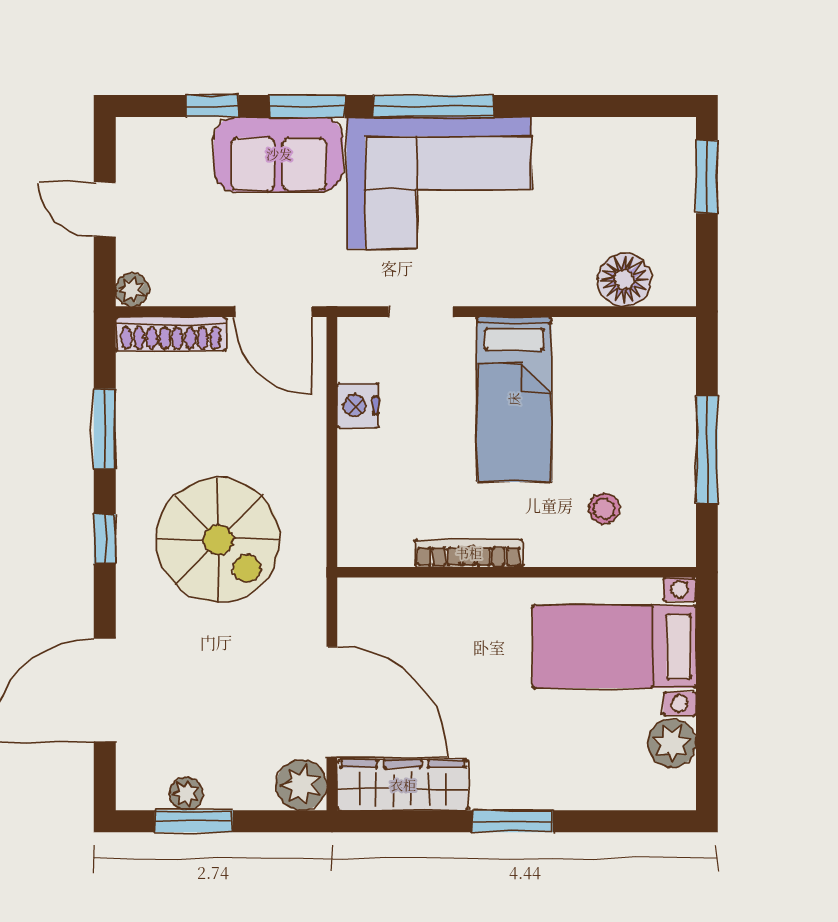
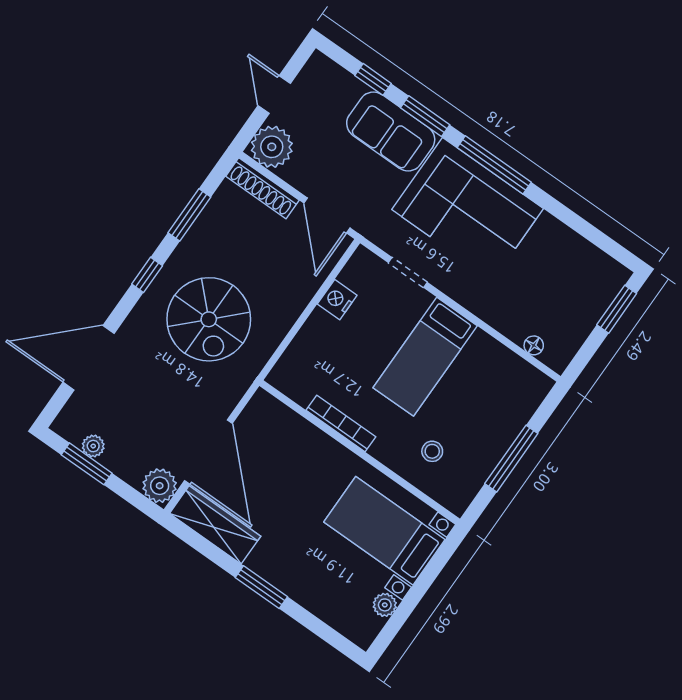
floor lamp: (624, 280) -> (534, 345), width x0.53, depth x0.53
plant: (132, 290) -> (272, 147), width x1.88, depth x1.88
plant: (672, 743) -> (385, 605), width x0.73, depth x0.73

